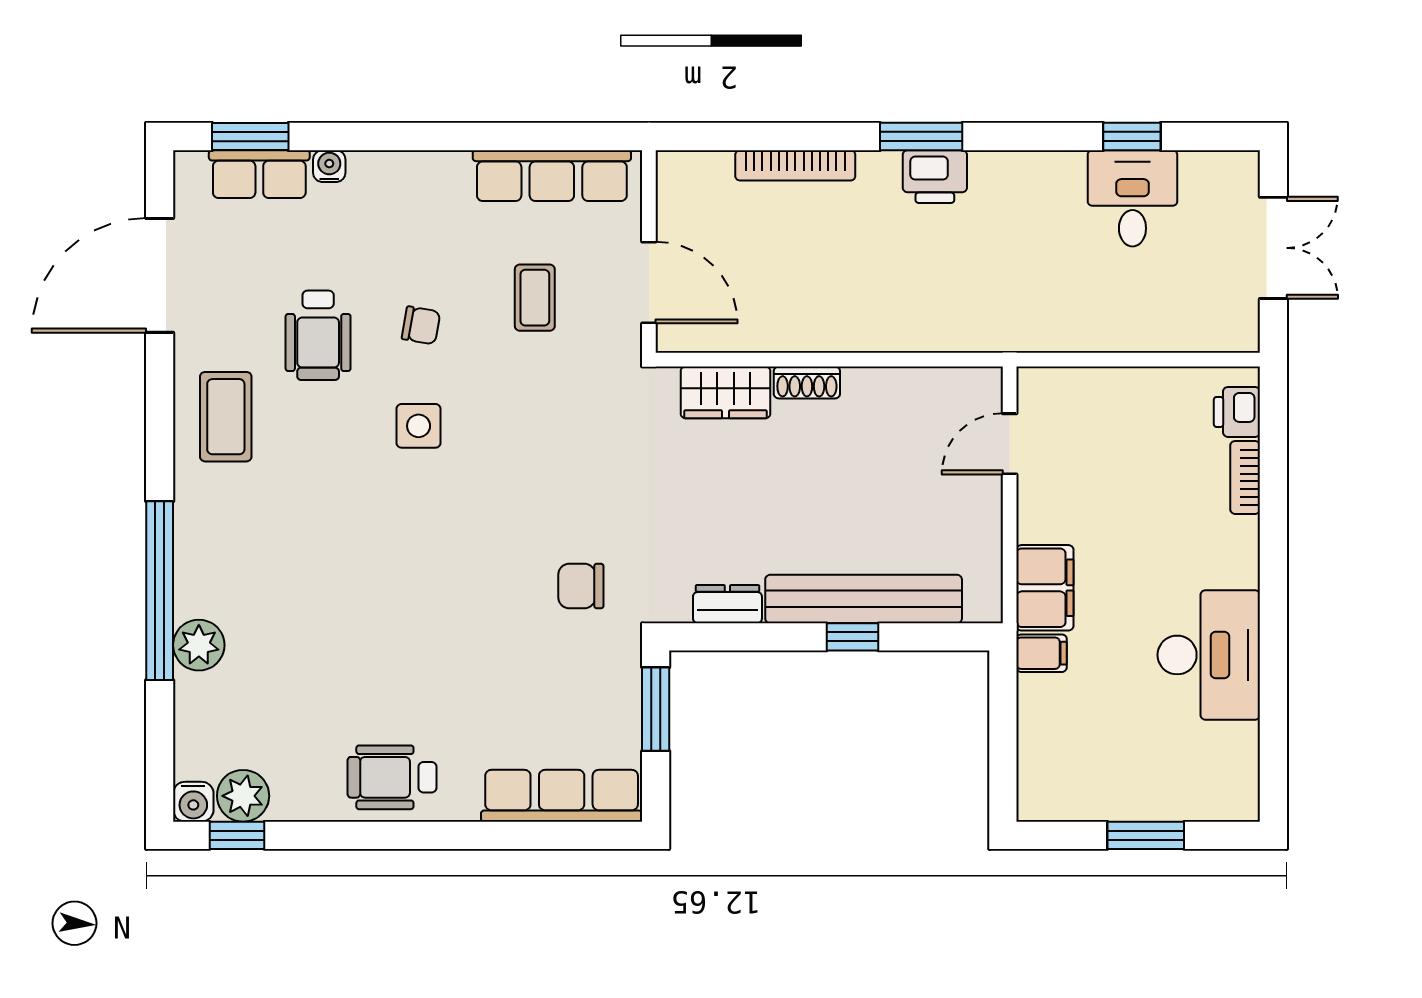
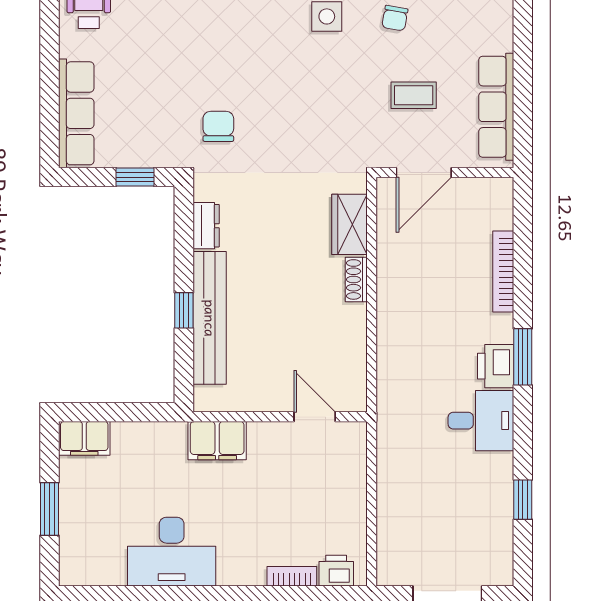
desk: (1132, 198) -> (481, 421), moved
filing cabinet: (1042, 653) -> (84, 438), moved, width x2.00
window: (656, 709) -> (135, 177), width x0.67

